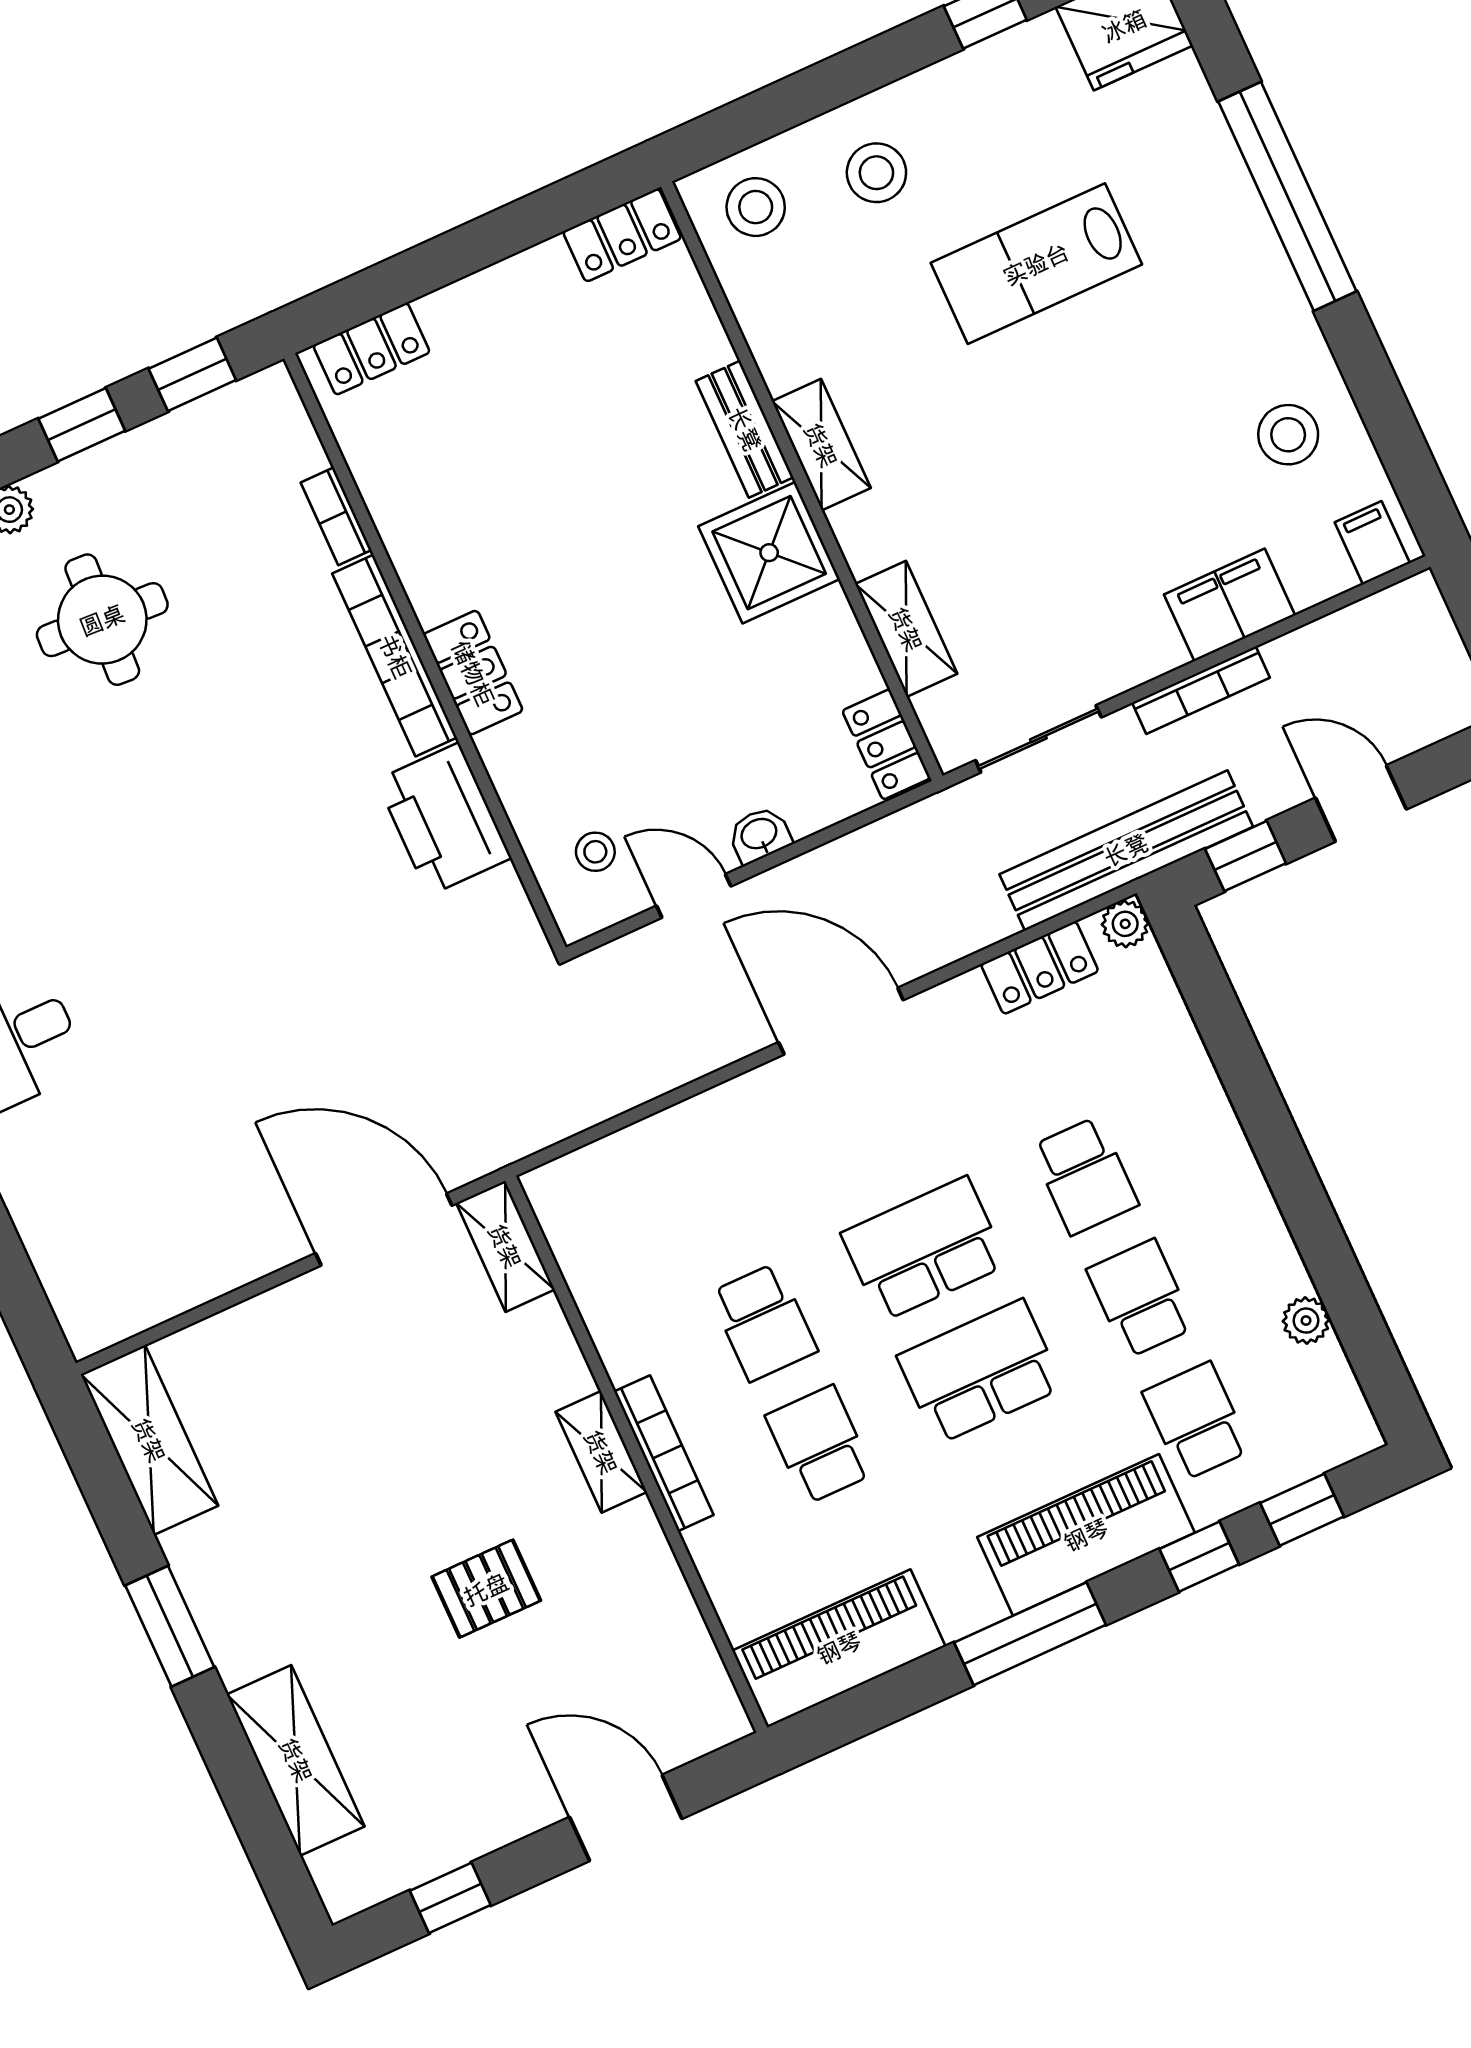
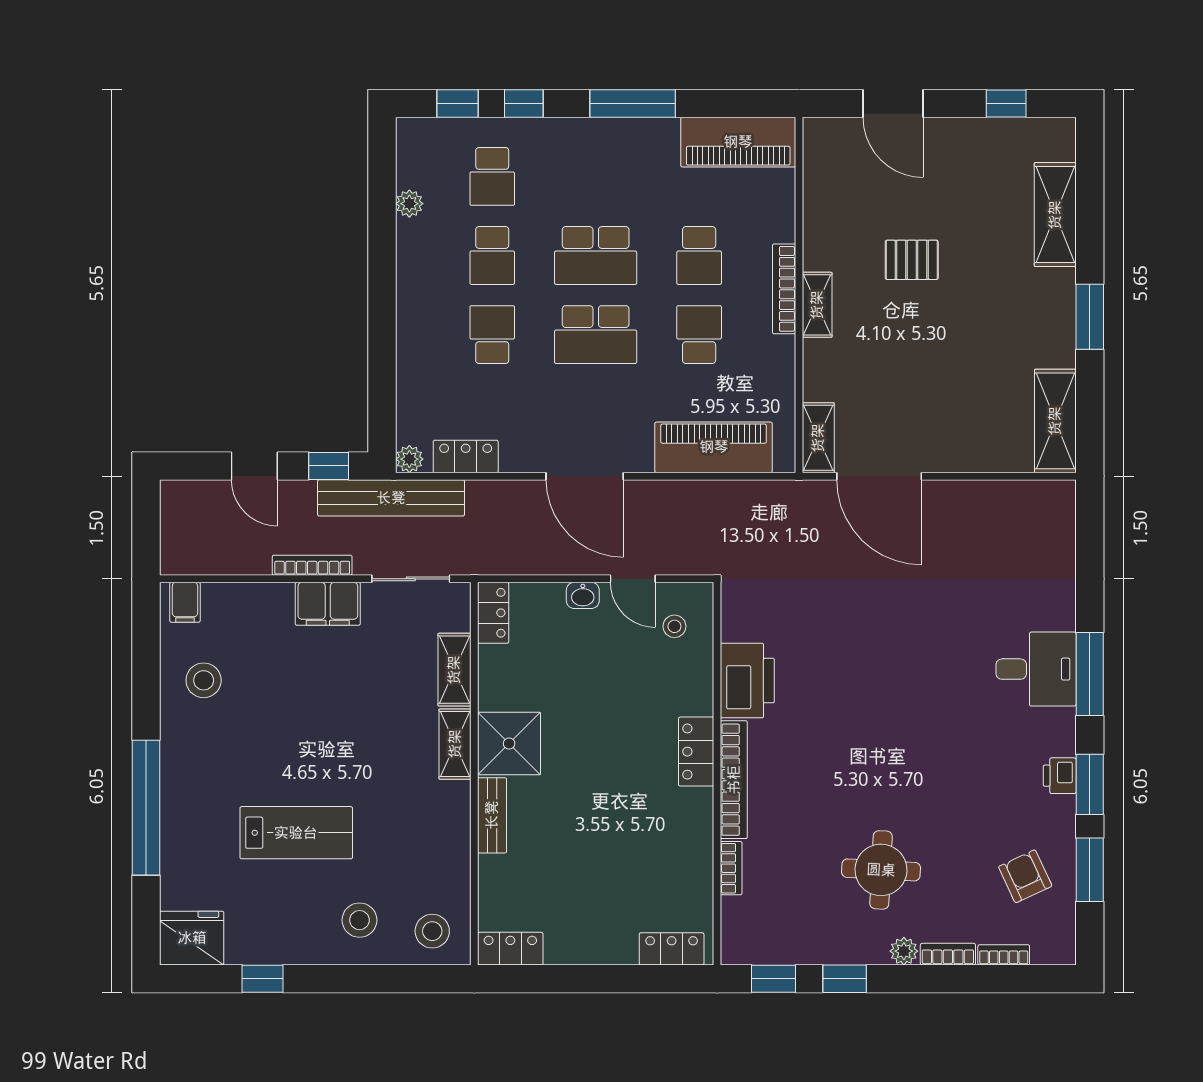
shelving: (821, 445) -> (455, 744), moved
filing cabinet: (1230, 605) -> (328, 604), moved
piano: (1086, 1535) -> (714, 447), moved, turned 180

